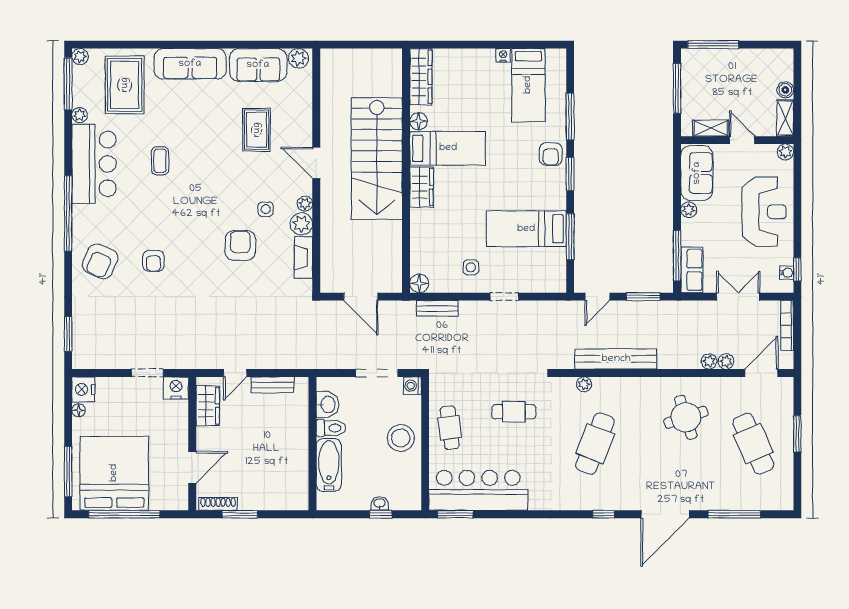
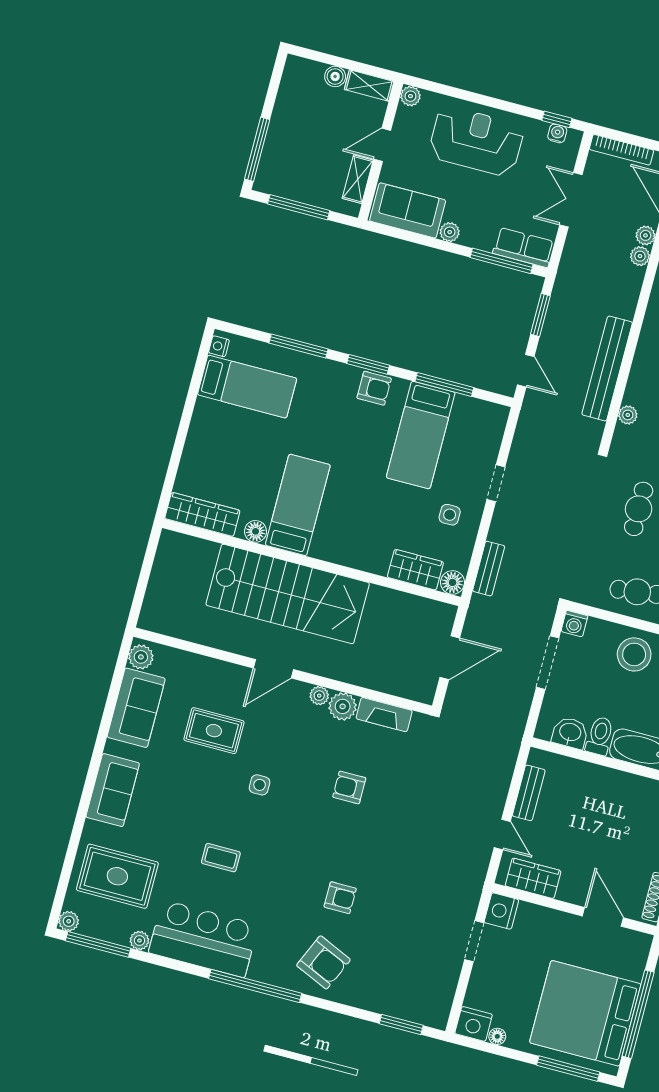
nightstand: (503, 55) -> (219, 346), moved
sofa: (190, 64) -> (113, 790), width x0.73
armchair: (551, 154) -> (374, 388), moved
wardrobe: (422, 187) -> (415, 570), moved
side table: (266, 209) -> (260, 785), moved
armchair: (240, 246) -> (349, 787), width x0.72, depth x0.72

